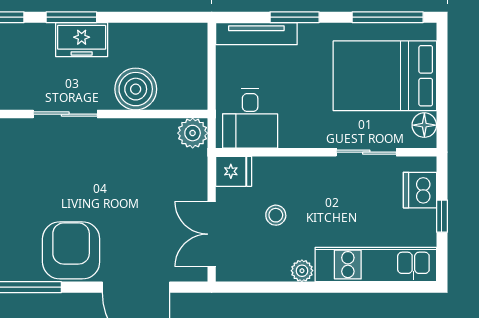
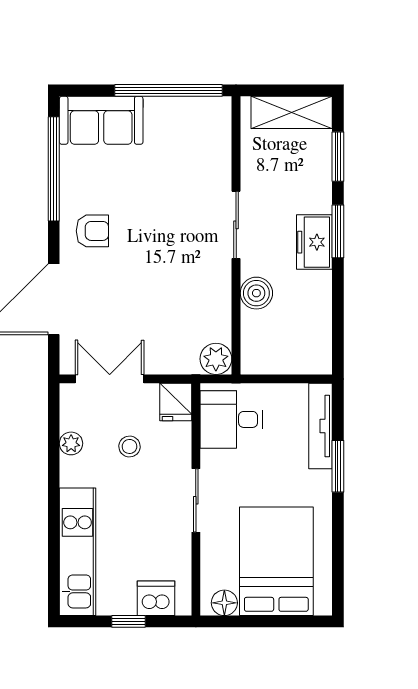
window: (388, 17) -> (338, 564), removed
boiler: (136, 89) -> (256, 293), width x0.73, depth x0.73
sliding door: (366, 152) -> (196, 500), moved
armchair: (71, 250) -> (92, 231), width x0.53, depth x0.53
plant: (302, 271) -> (71, 443), moved

